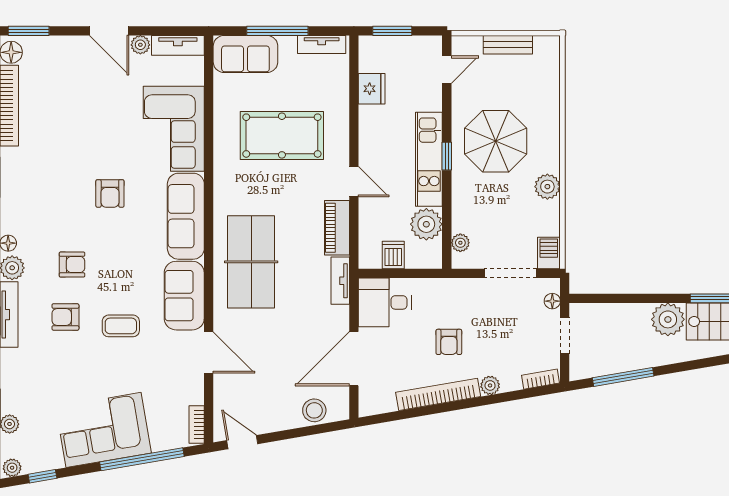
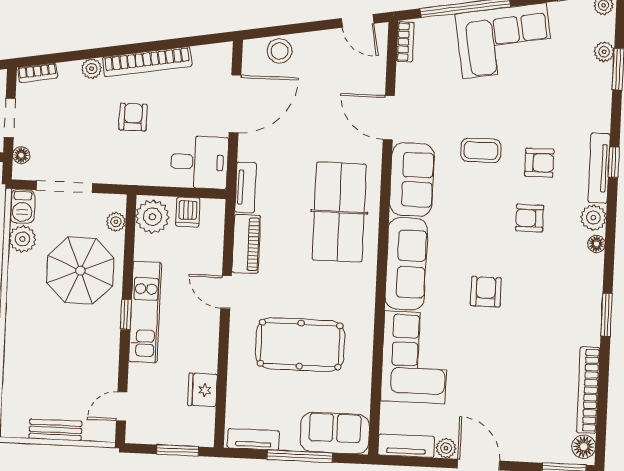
parasol: (496, 141) -> (80, 271), moved
plant: (547, 187) -> (22, 239), moved
plant: (426, 224) -> (152, 217), moved

